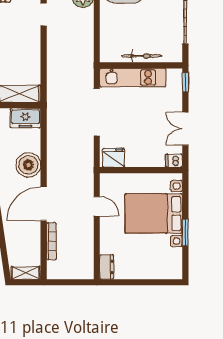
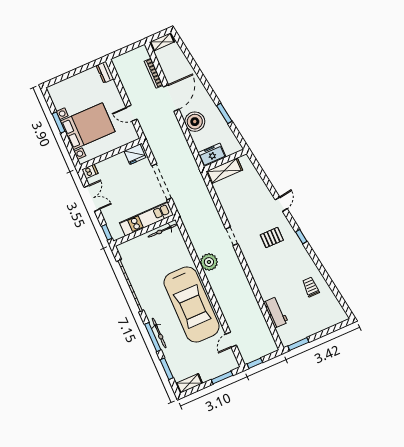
bicycle: (142, 56) -> (163, 230), moved

